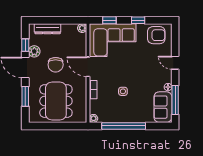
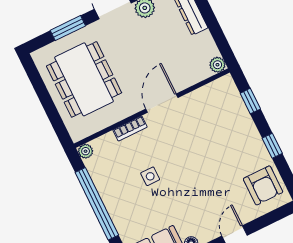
corner sofa: (113, 40) -> (222, 121), removed
chair: (56, 65) -> (140, 51), removed
dining table: (56, 101) -> (84, 79), turned 90

